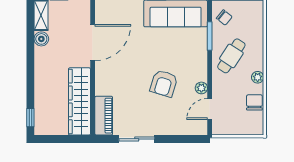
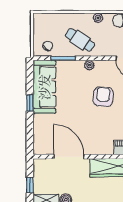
armchair: (164, 83) -> (103, 97), turned -102
plant: (201, 88) -> (89, 65), moved

